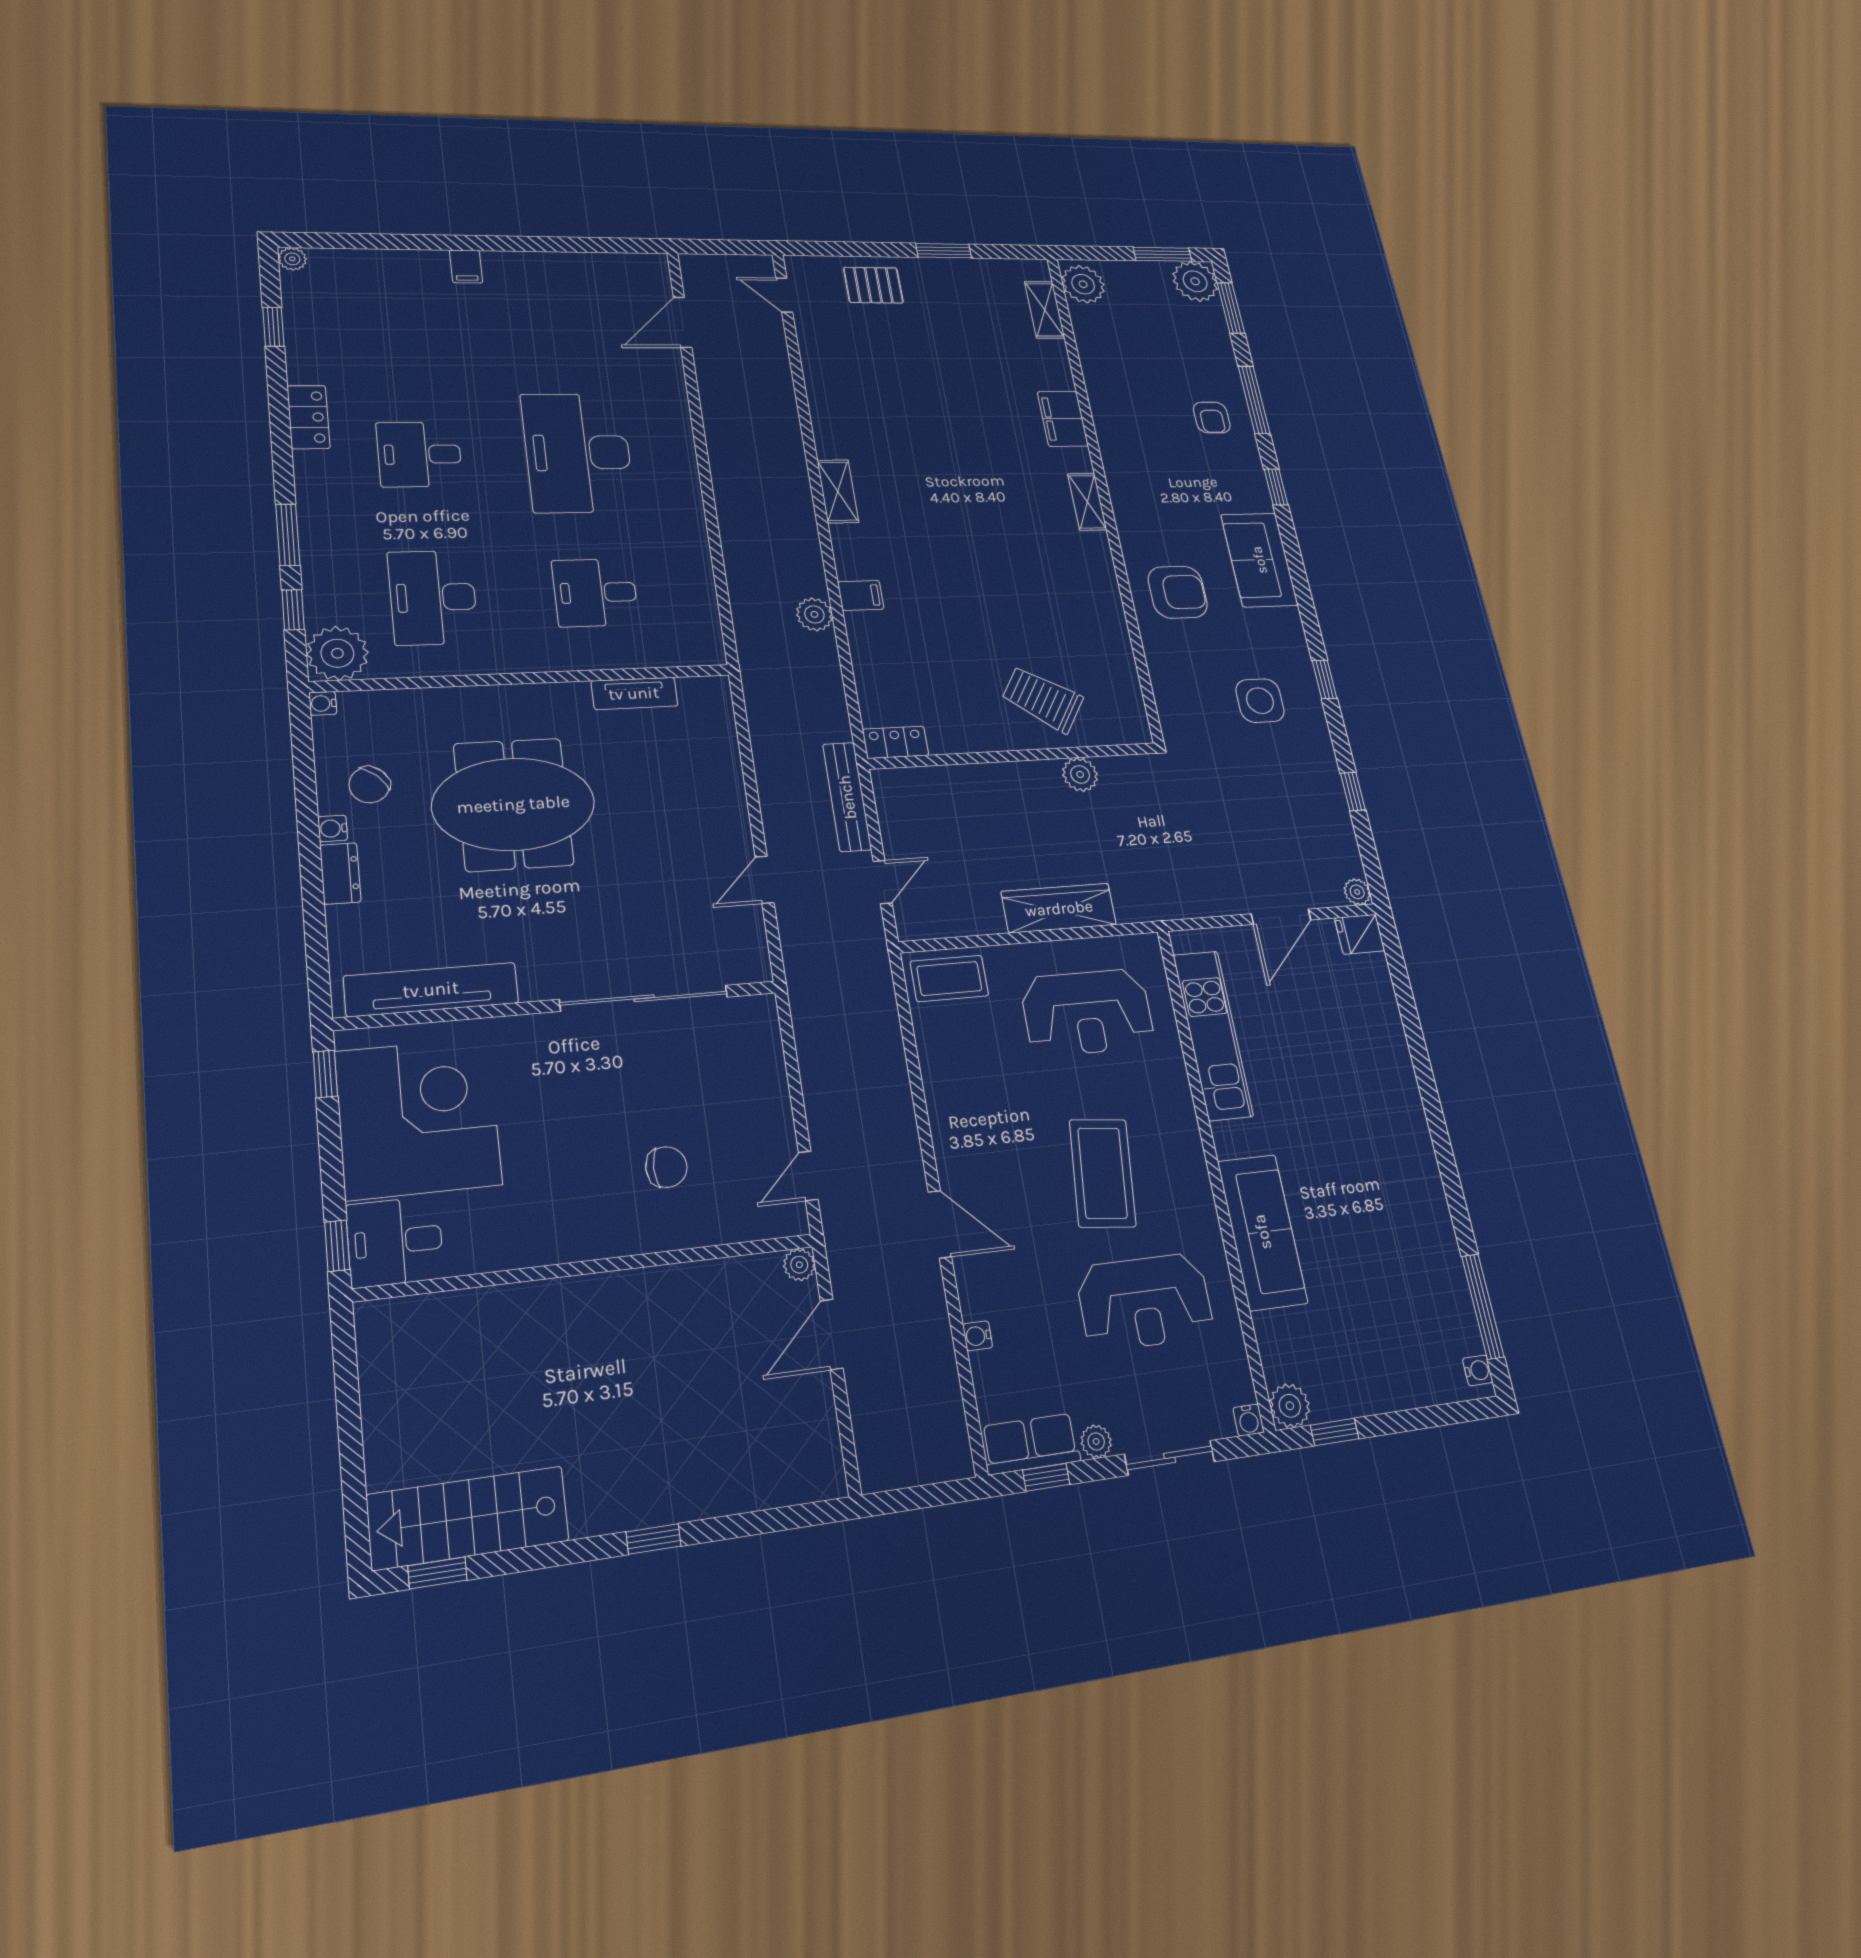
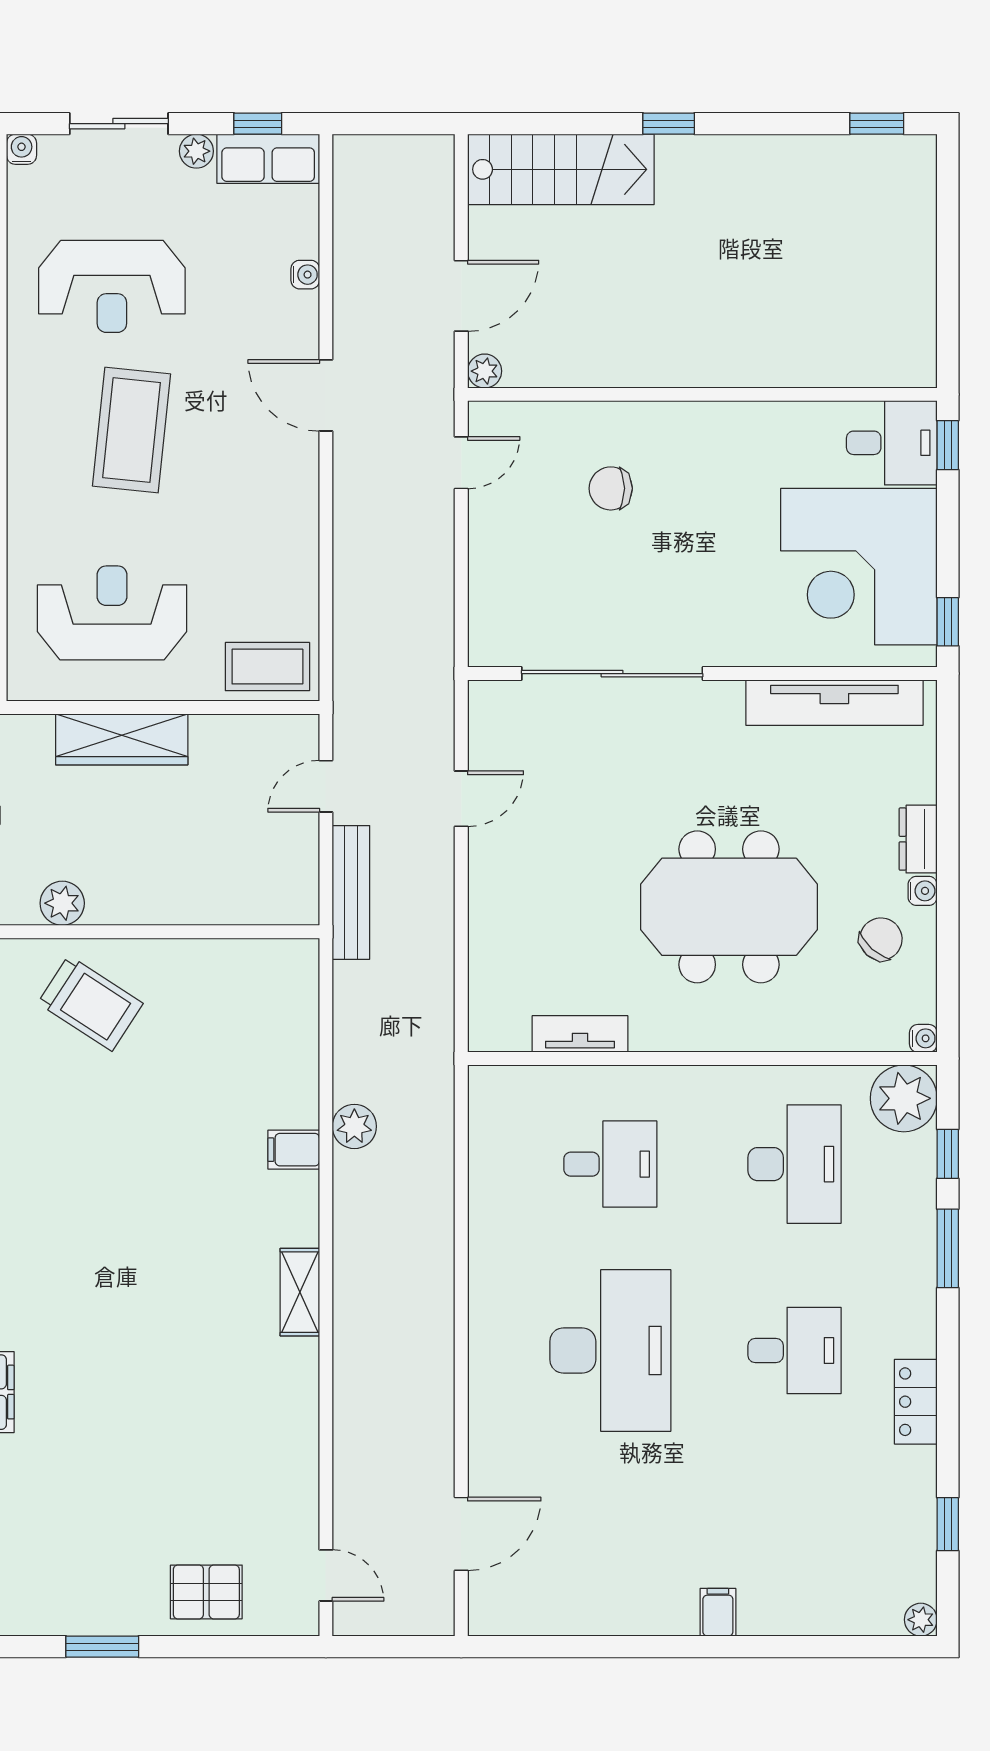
locker: (896, 742) -> (282, 957), removed
reception desk: (1145, 1302) -> (112, 286), turned 180
stairs: (468, 1518) -> (561, 169), moved

